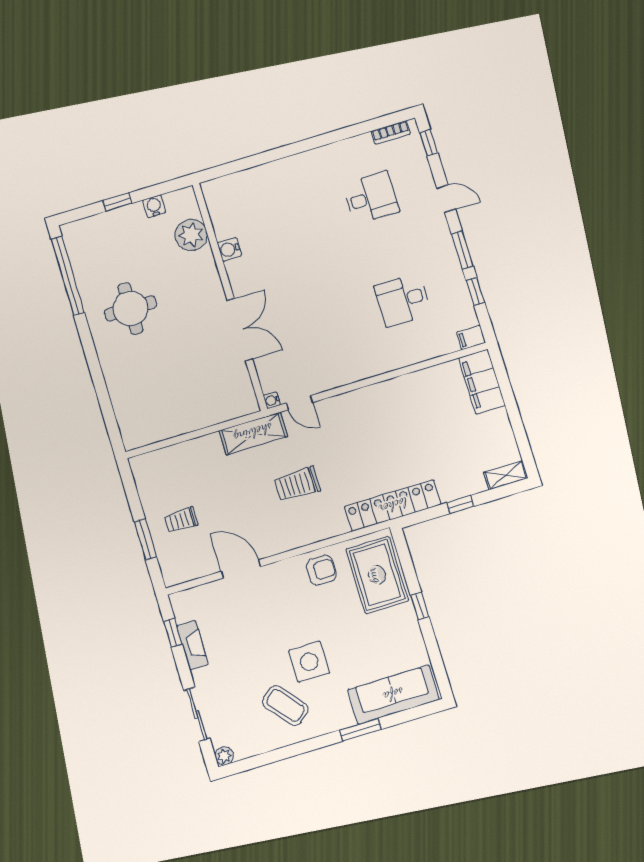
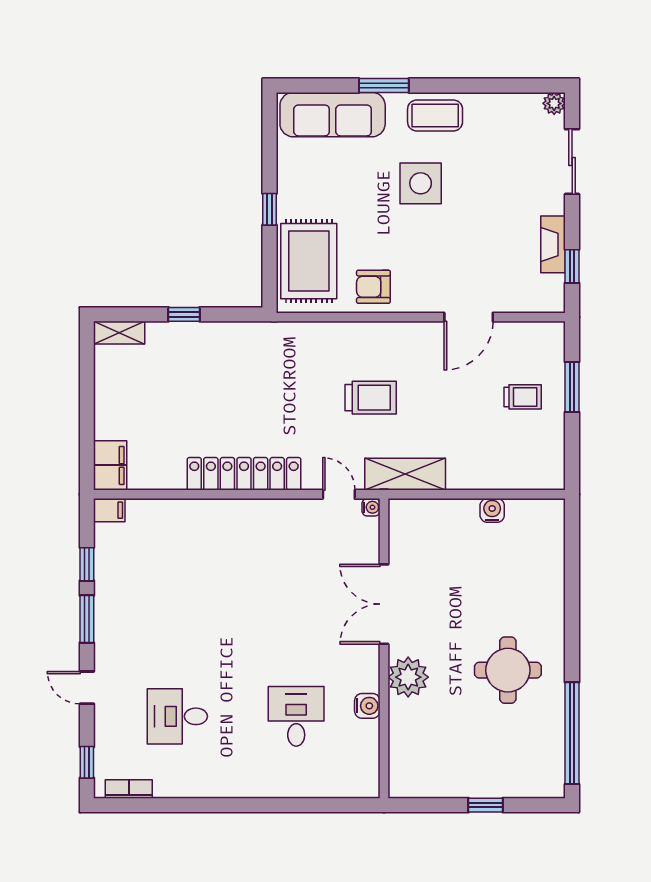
water cooler: (154, 206) -> (492, 510), moved, turned 180
plant: (191, 235) -> (408, 677), moved
desk: (403, 300) -> (296, 716), moved, turned -90
filing cabinet: (482, 382) -> (110, 465), width x0.67, depth x0.86
locker: (393, 506) -> (244, 474), moved, turned 180
door: (241, 569) -> (469, 317), hinge flipped
coffee table: (285, 706) -> (435, 115), moved, turned -50

